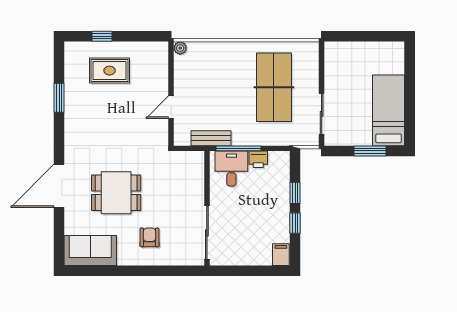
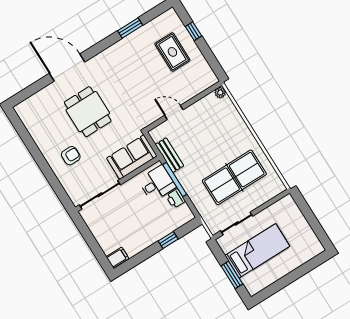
bed: (389, 110) -> (257, 251), moved
window: (295, 223) -> (146, 254), removed
sofa: (90, 250) -> (132, 157), moved, turned -90

